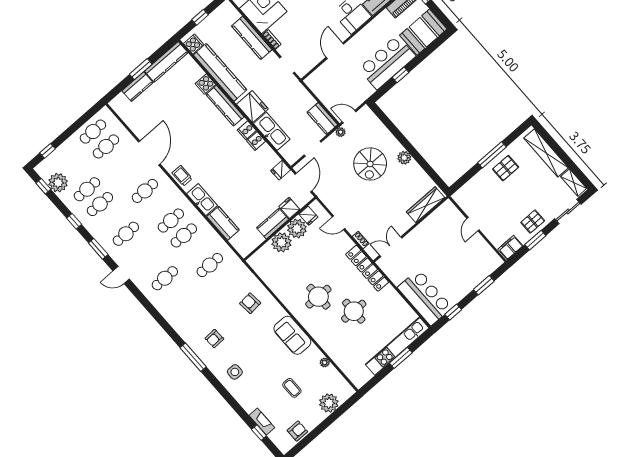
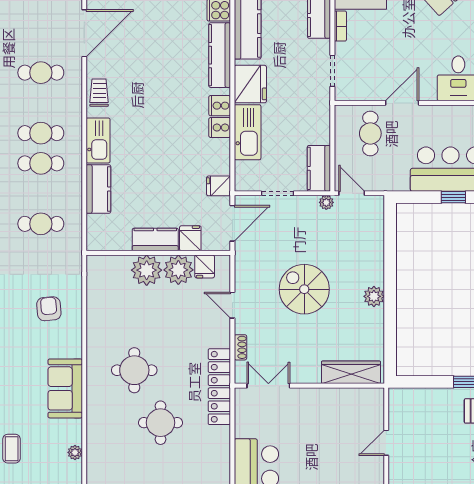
cafe table: (333, 79) -> (370, 133), added
spiral stairs: (370, 164) -> (304, 289), moved, turned 90

